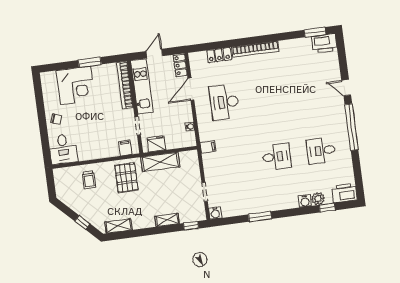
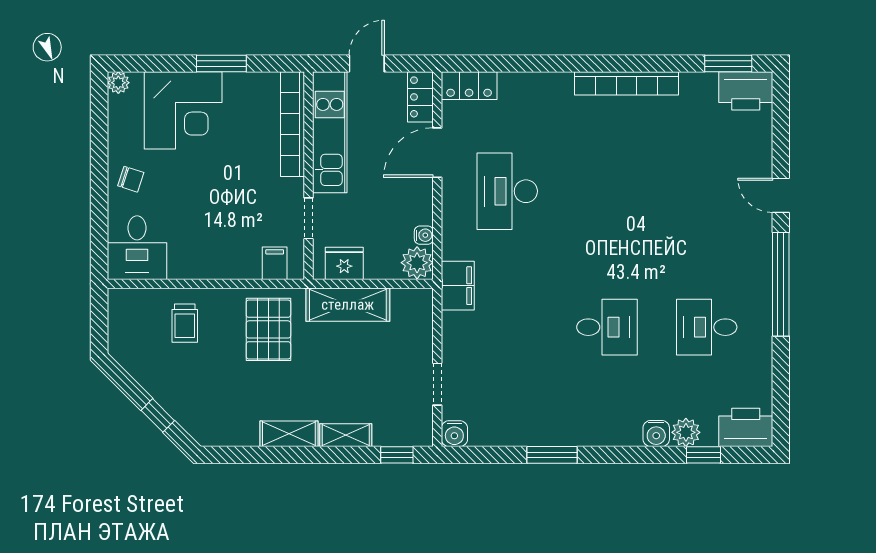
bookcase: (255, 49) -> (627, 83), moved
locker: (219, 55) -> (469, 86), moved
plant: (45, 77) -> (118, 83), added
plant: (188, 139) -> (417, 263), added
filing cabinet: (208, 147) -> (458, 286), width x2.00
shelving: (118, 226) -> (289, 434), moved

